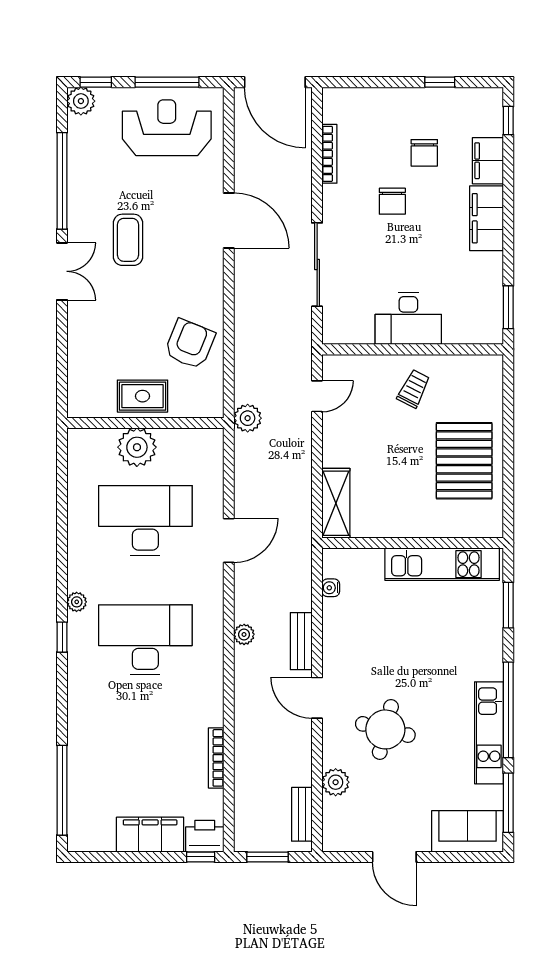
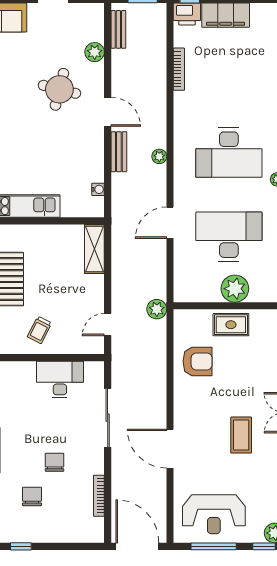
desk: (408, 318) -> (60, 380), moved
armchair: (190, 344) -> (198, 361), turned -112
desk: (145, 521) -> (229, 237), turned 180

